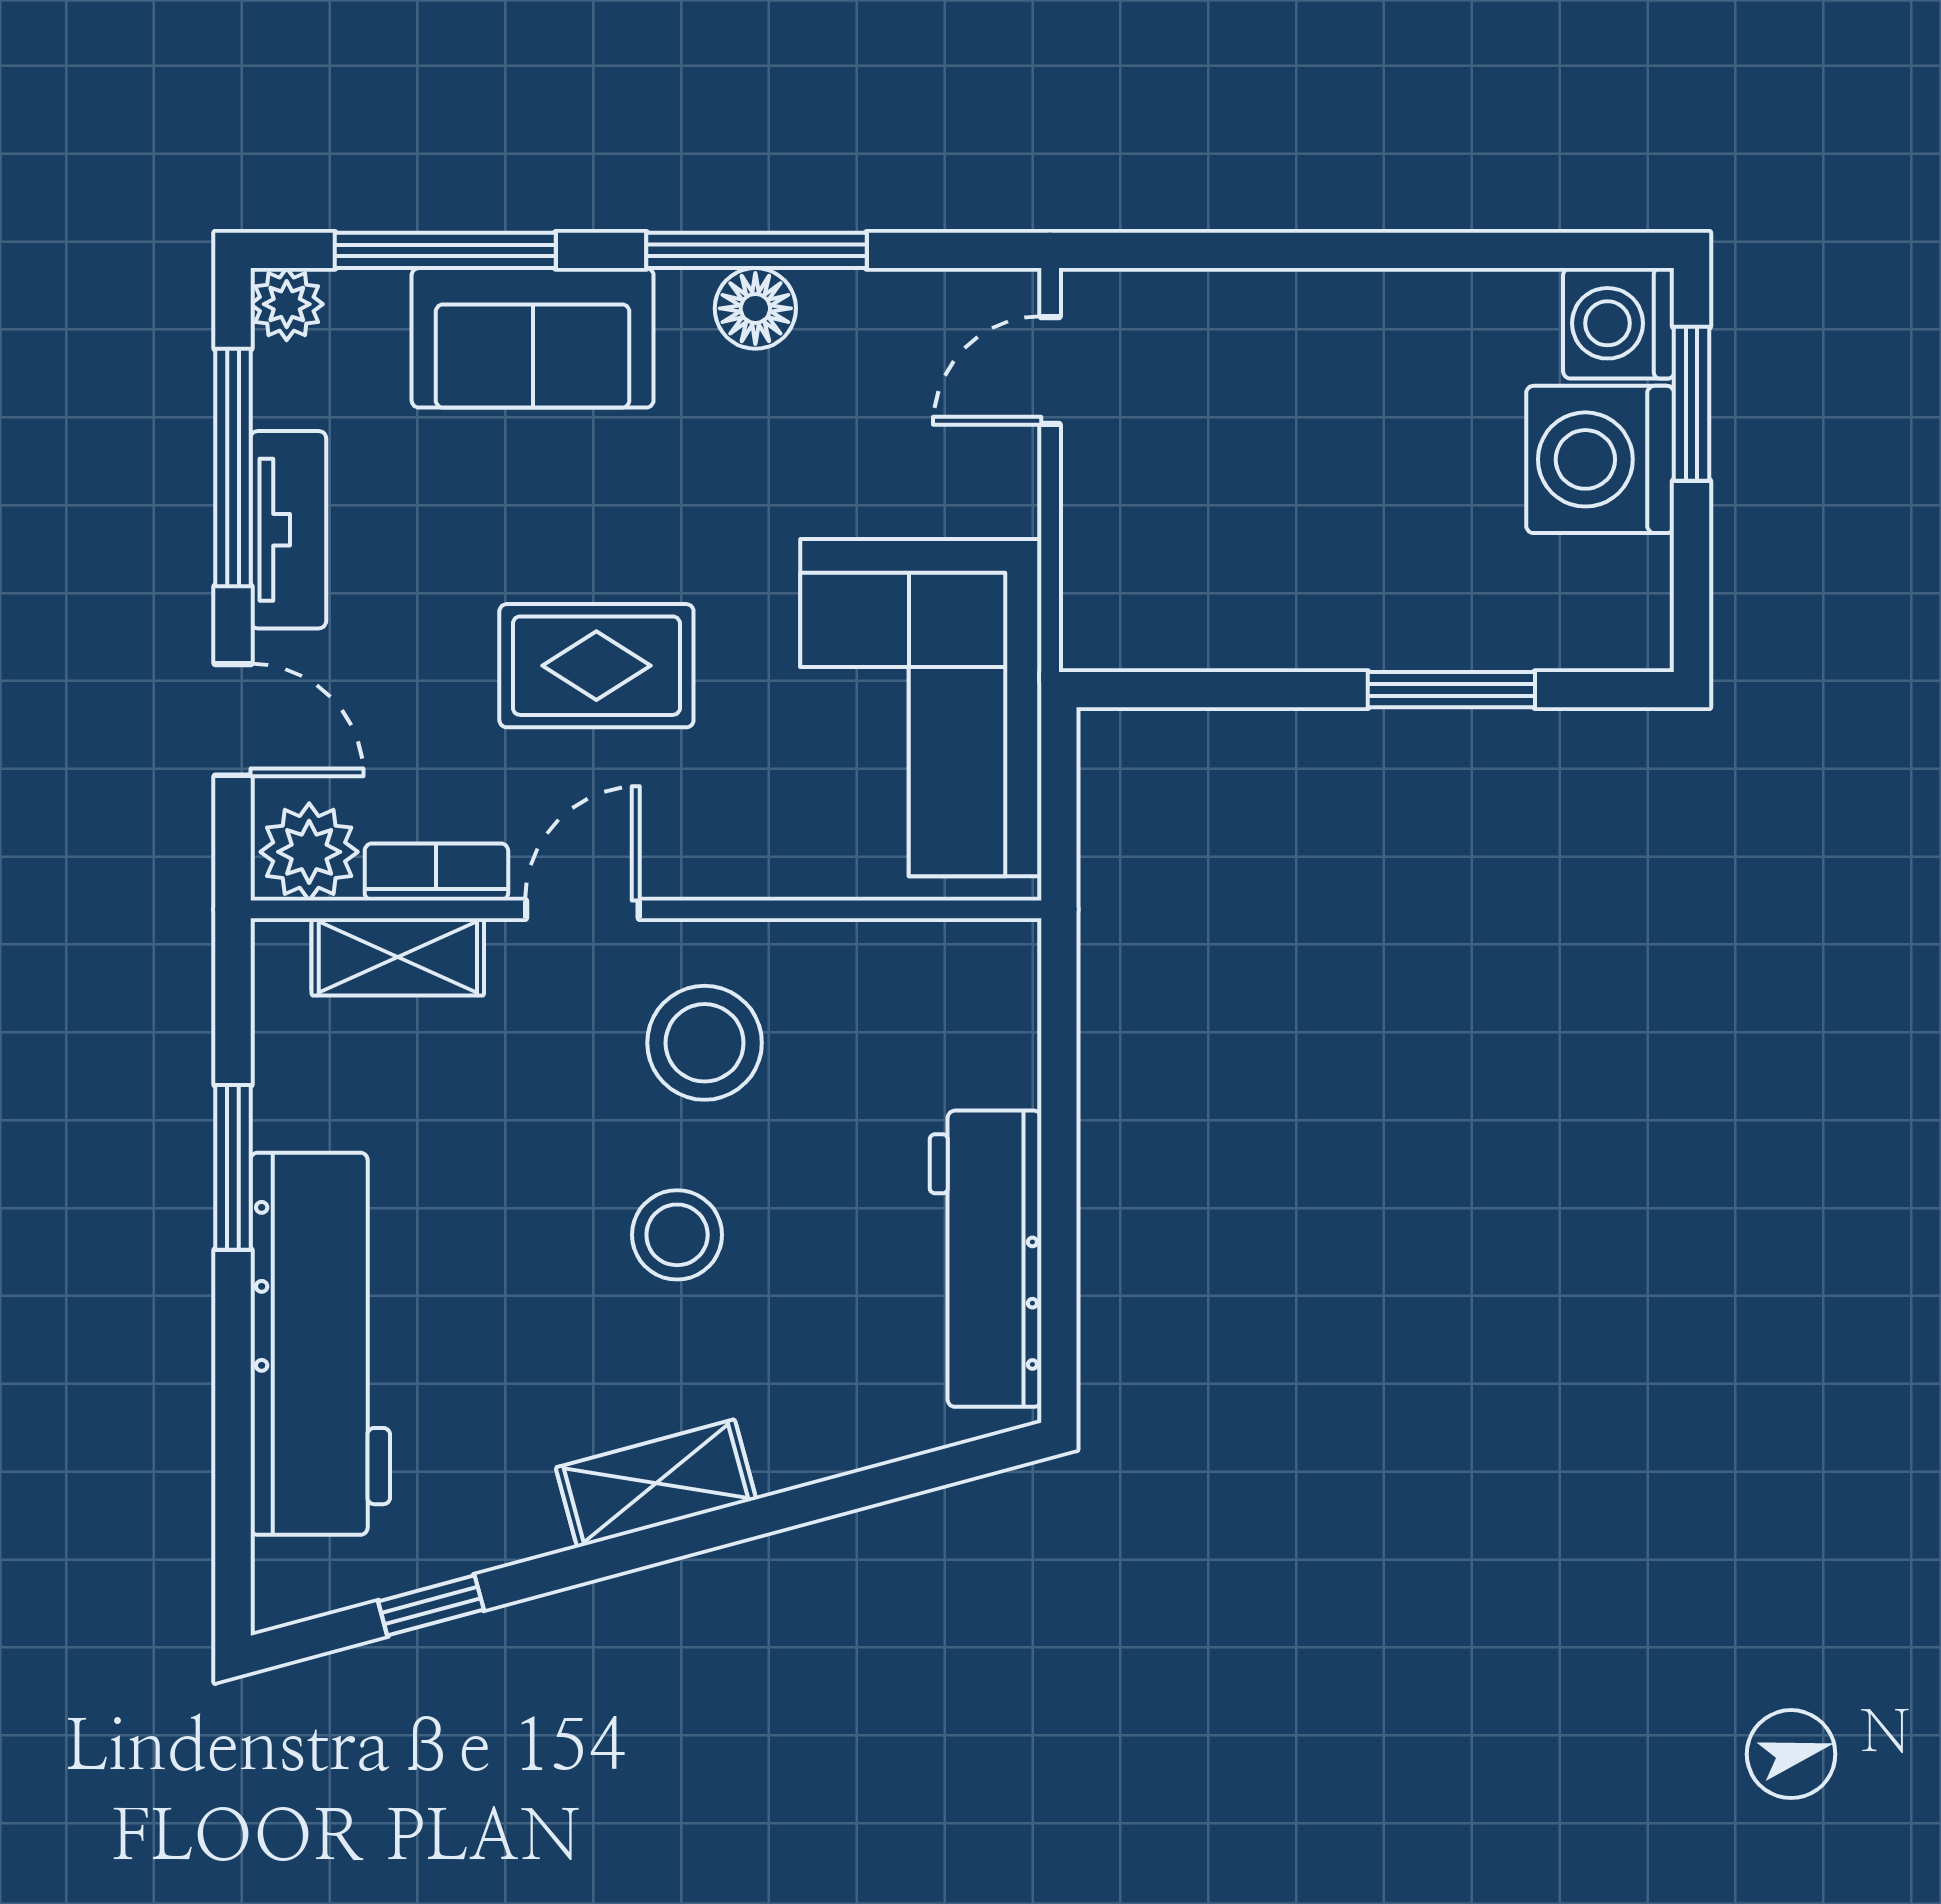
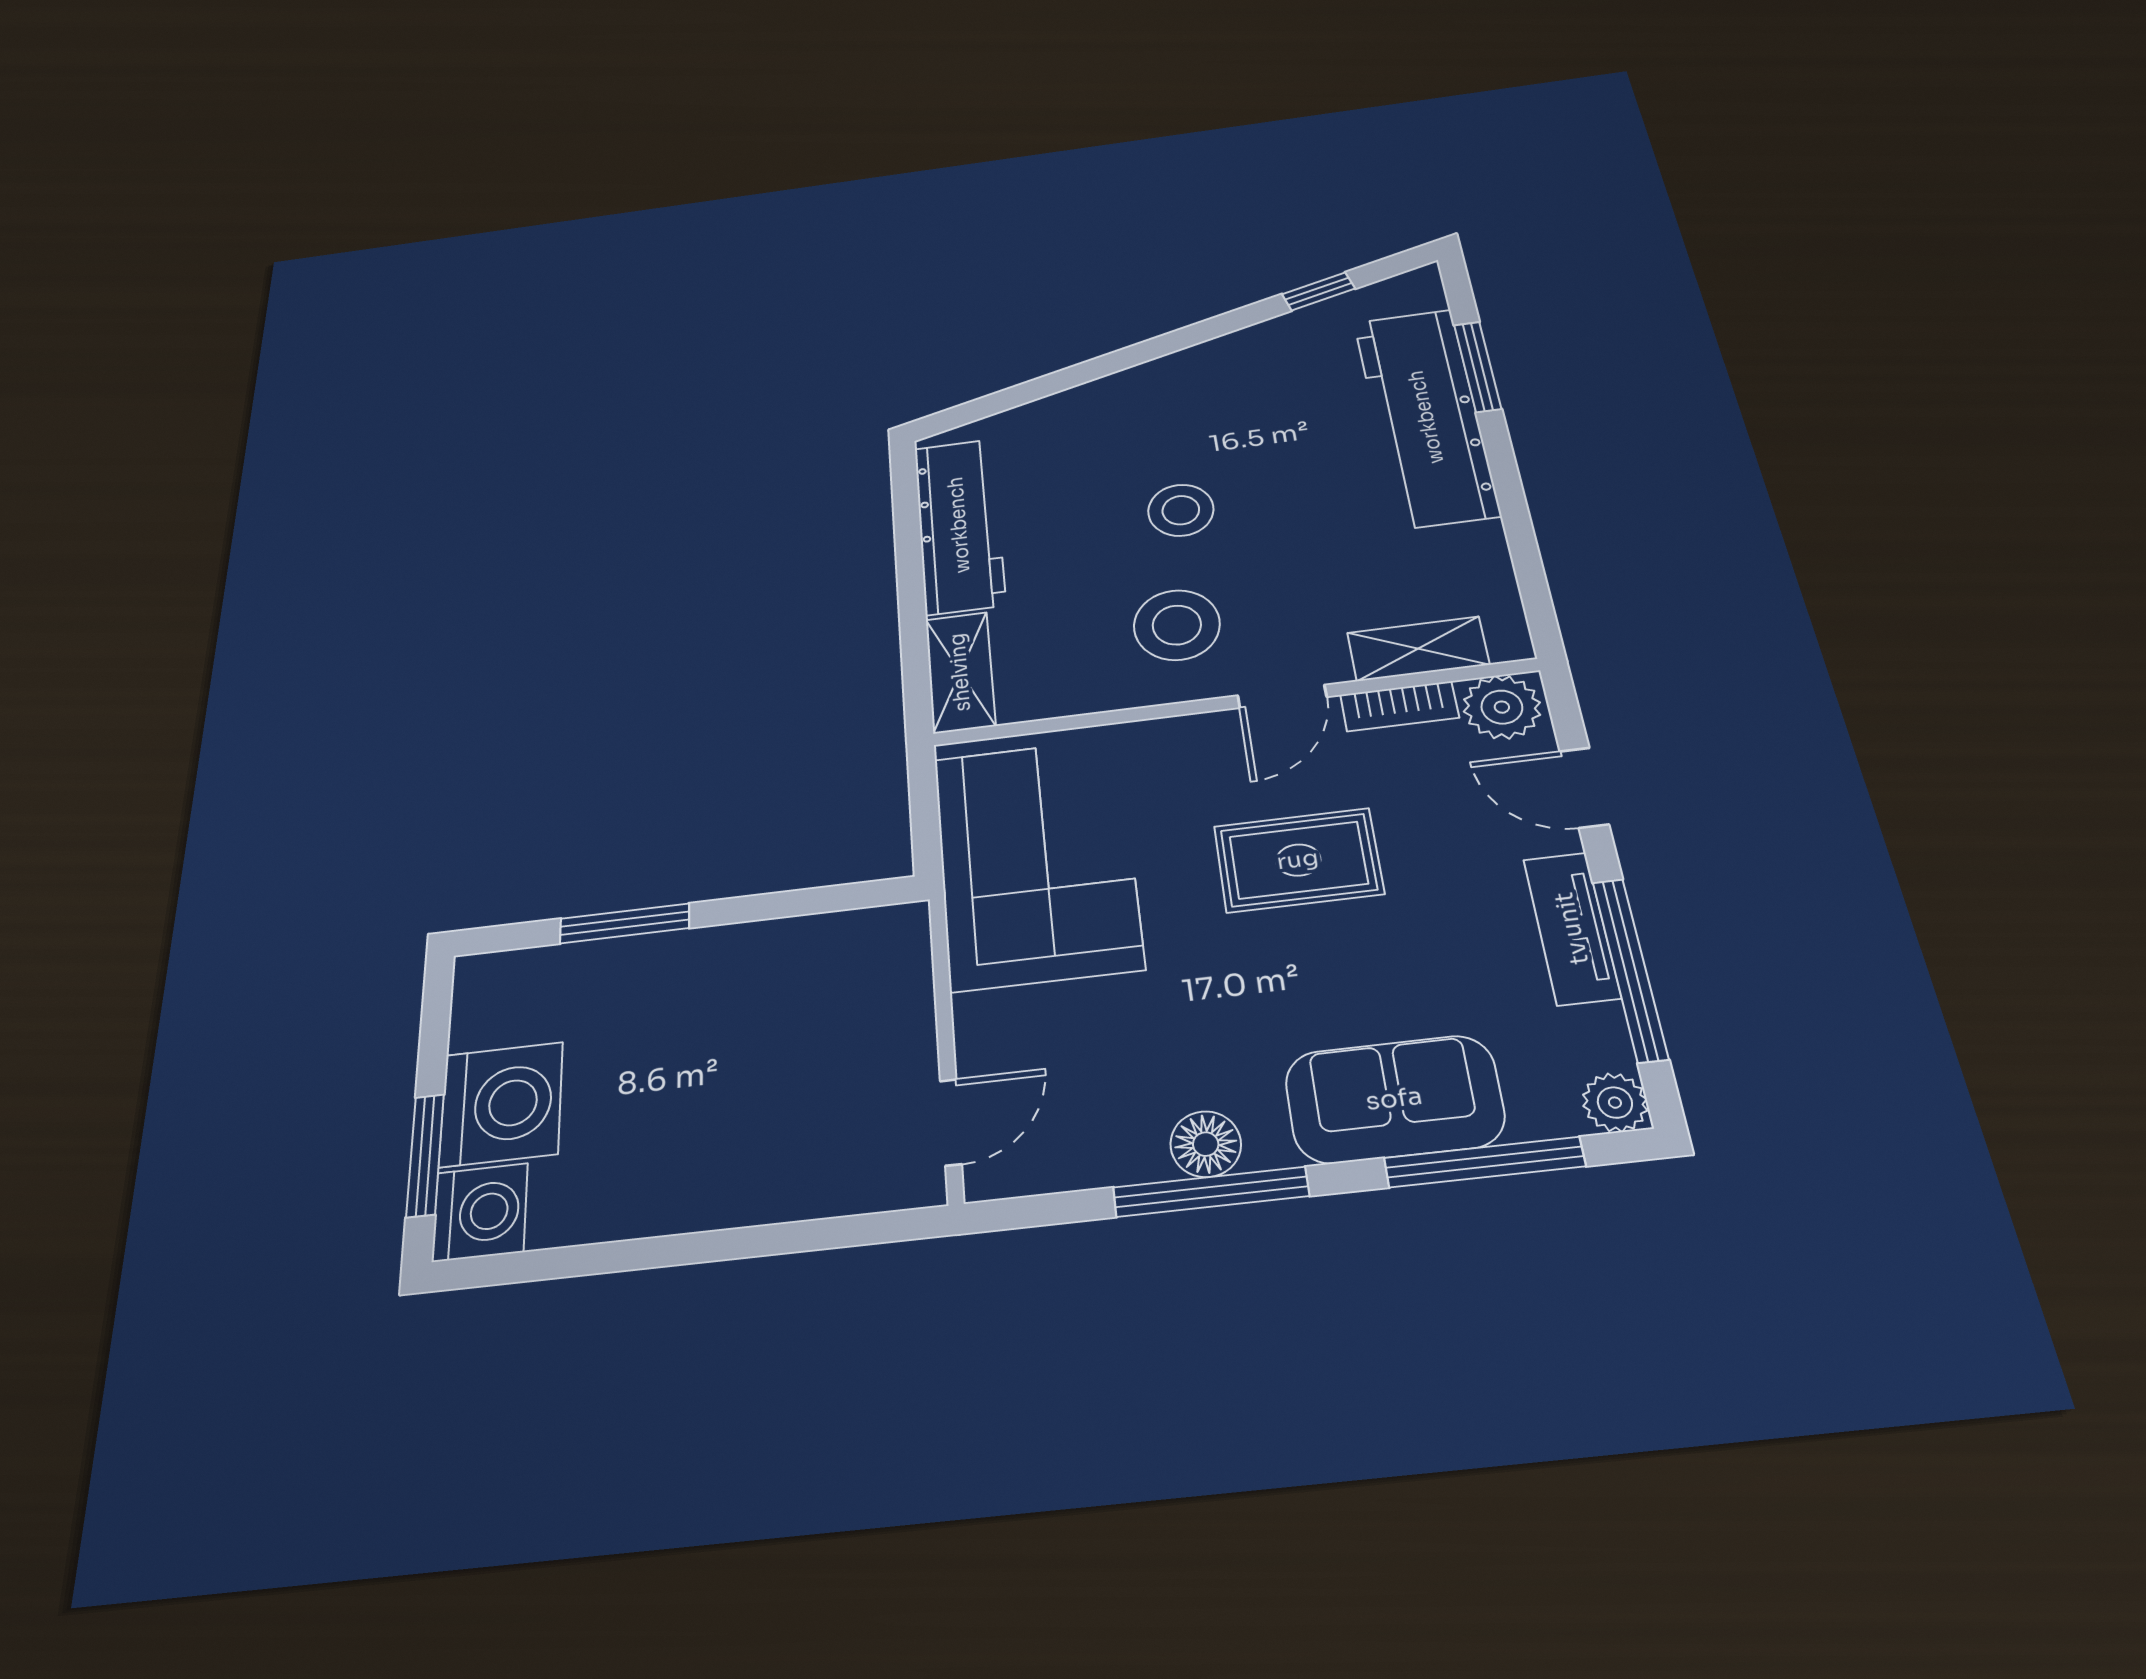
window: (233, 1167) -> (1478, 367), moved
shelving: (656, 1483) -> (960, 672), moved, turned -75

